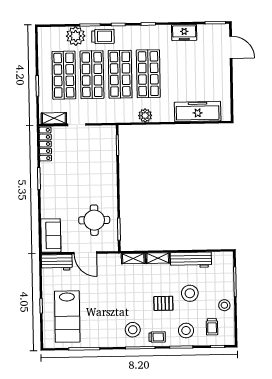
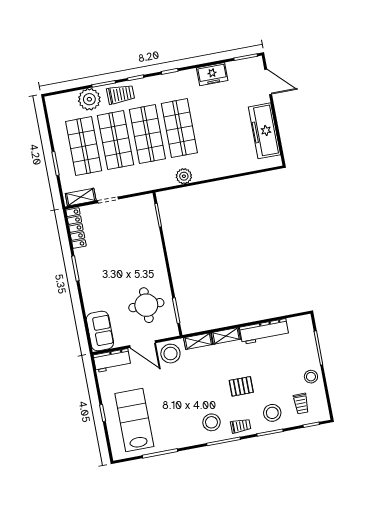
freezer: (198, 112) -> (264, 131), moved, turned -90
stool: (190, 293) -> (170, 354), moved
lab bench: (67, 317) -> (134, 420), turned 180

